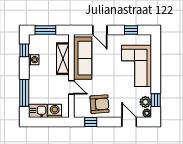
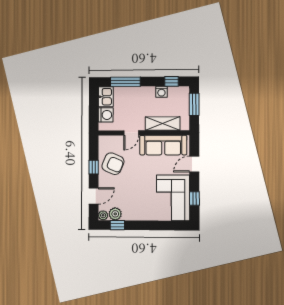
corner sofa: (136, 66) -> (173, 198), moved, turned -90
armchair: (100, 104) -> (113, 164), turned -63
window: (91, 122) -> (94, 167), moved

